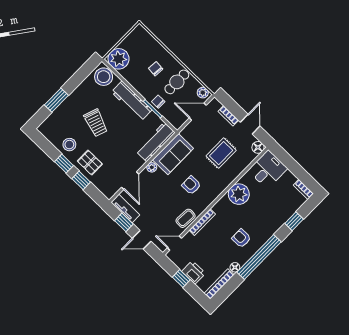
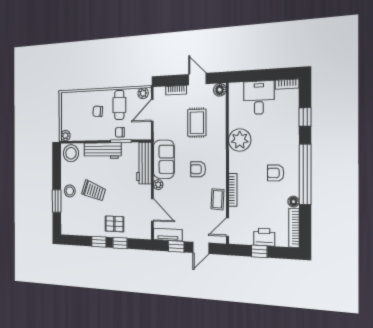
plant: (119, 59) -> (65, 136), width x0.53, depth x0.53
stool: (69, 145) -> (70, 191), moved
desk: (268, 169) -> (259, 98), moved

